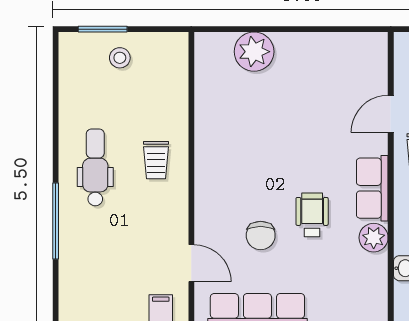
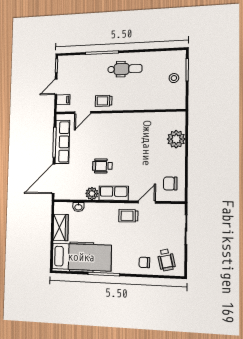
door: (391, 114) -> (147, 202), hinge flipped
trolley: (156, 160) -> (104, 101), moved
wheelchair: (312, 215) -> (102, 166), turned 180
chair: (261, 235) -> (170, 184), moved

